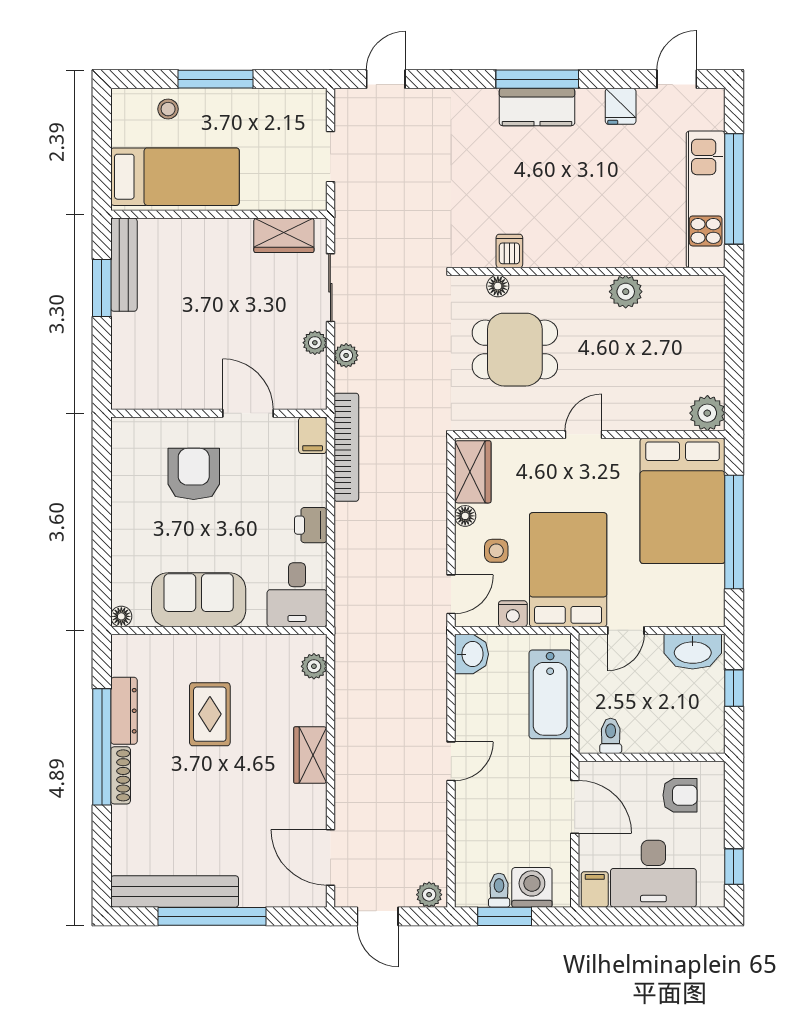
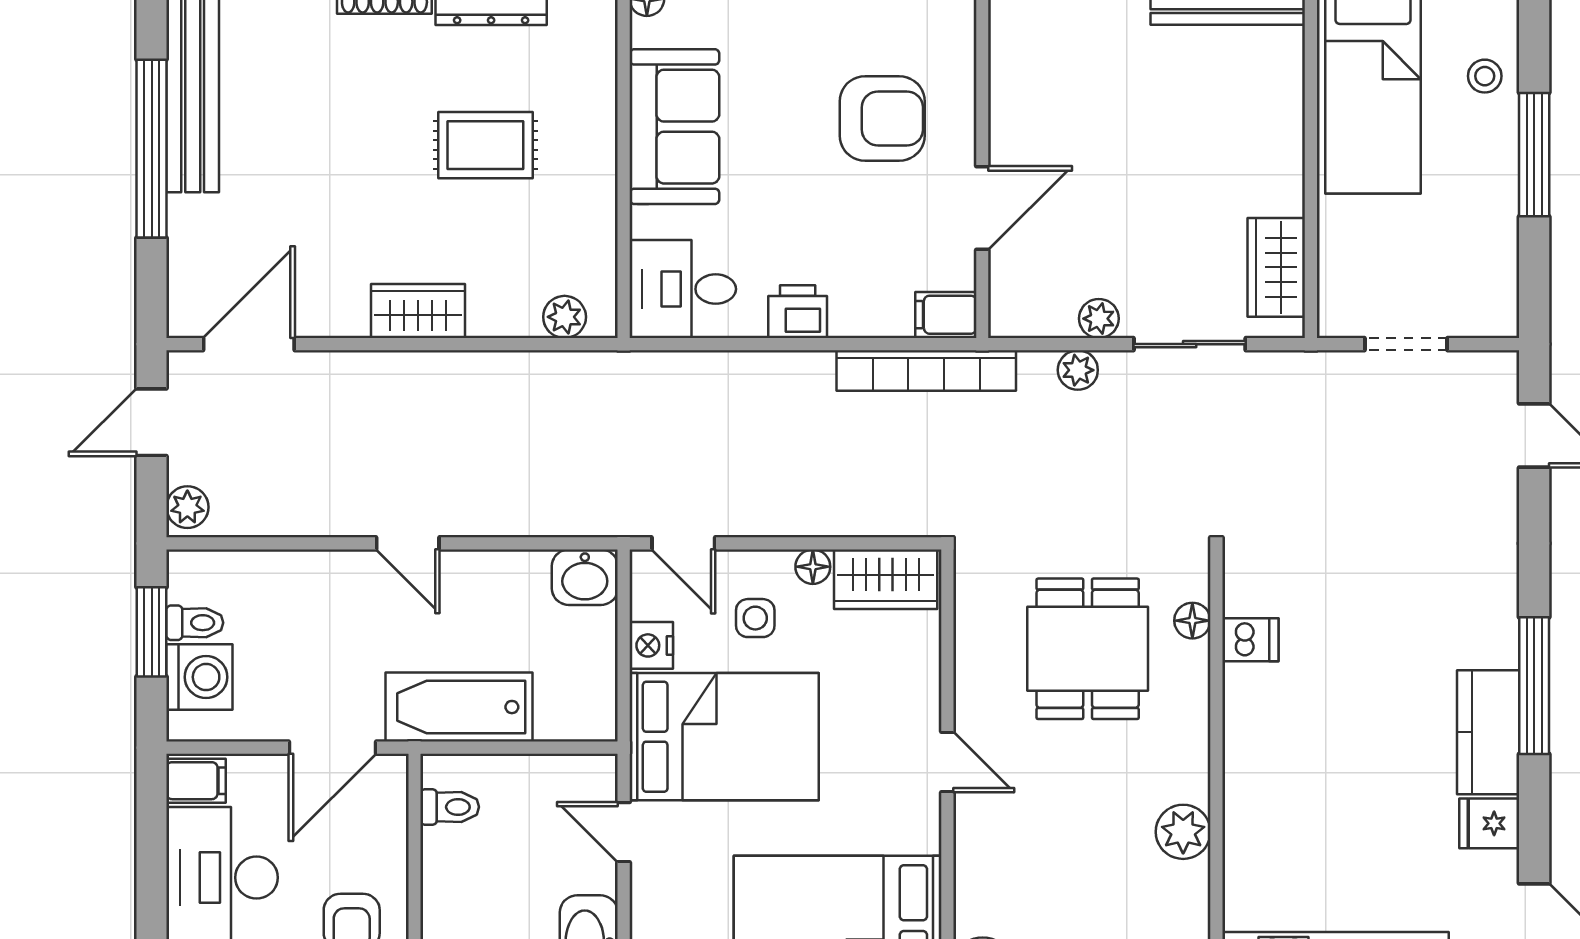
kitchen counter: (537, 107) -> (1488, 732), moved
bathtub: (550, 694) -> (459, 707), moved

